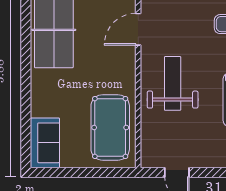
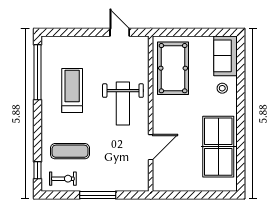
stool: (49, 103) -> (222, 88), added

